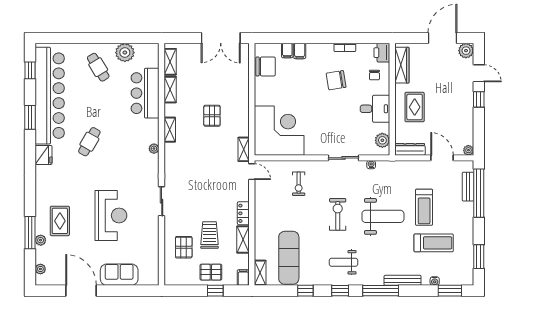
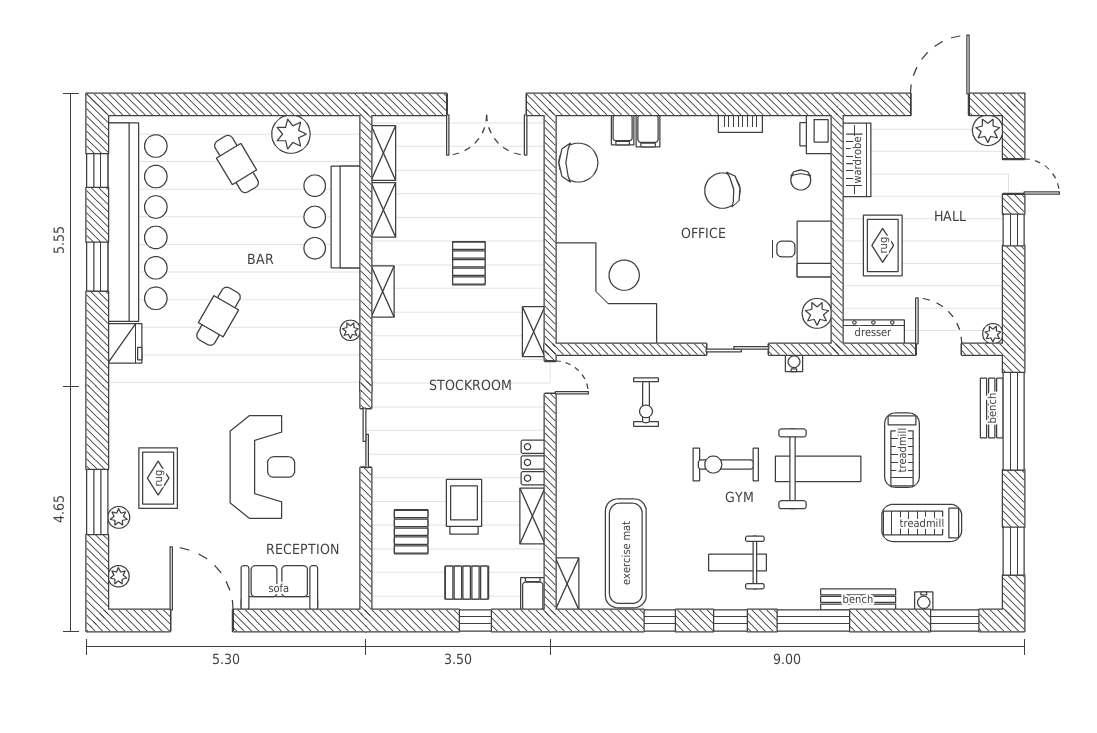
exercise bike: (338, 214) -> (726, 465), turned -90
treadmill: (434, 243) -> (922, 523), turned 180

